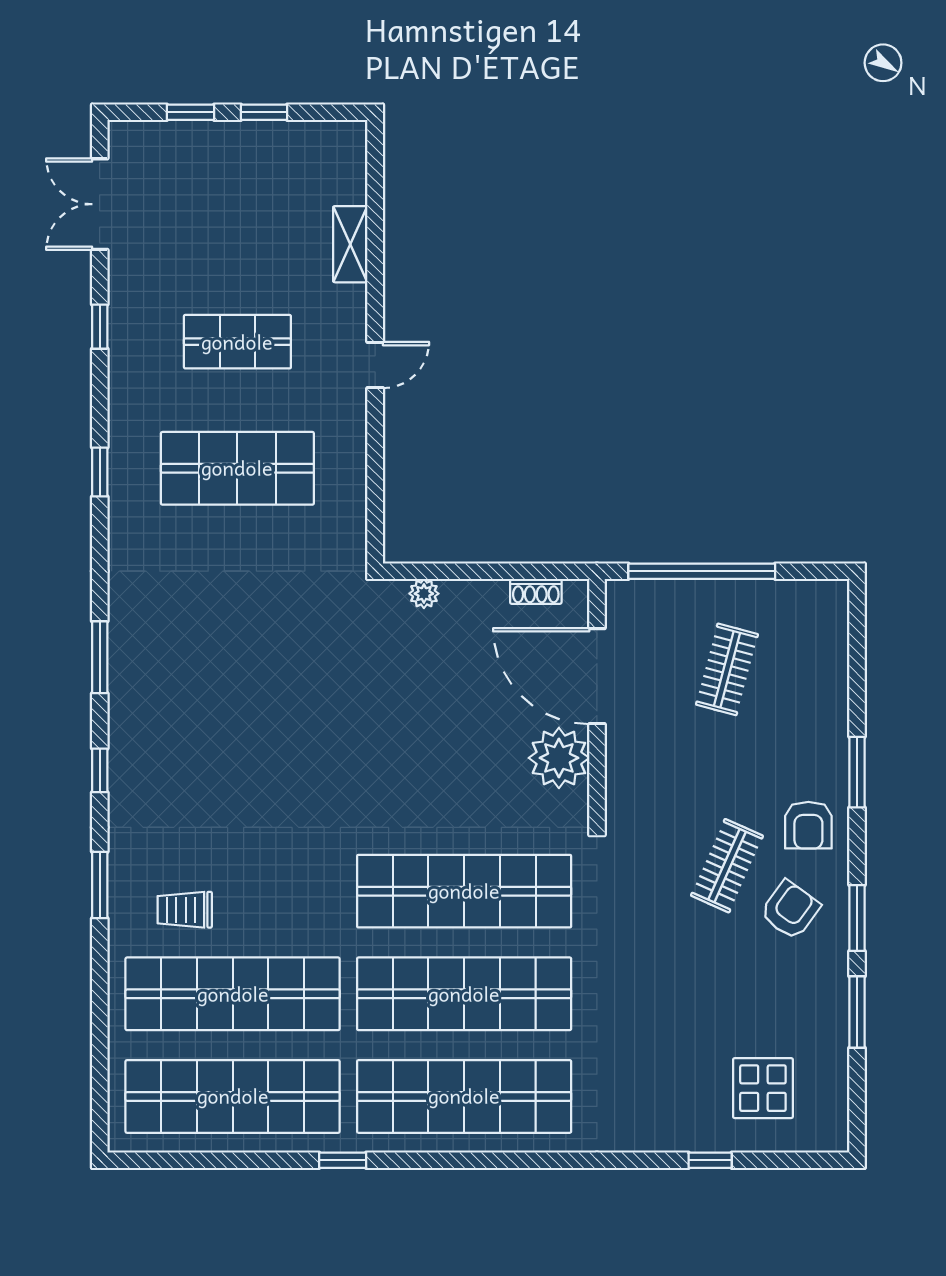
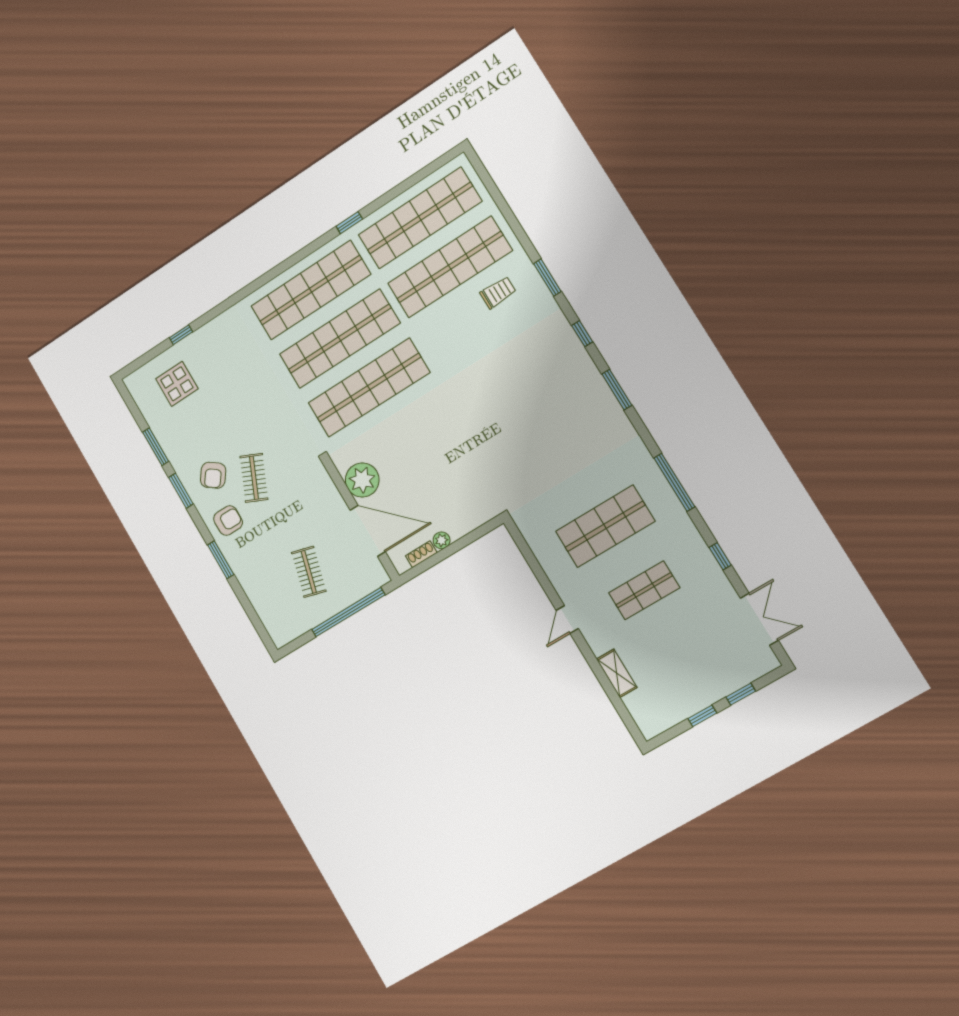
window: (100, 472) -> (674, 482), width x2.17
plant: (424, 594) -> (442, 540), moved
armchair: (808, 825) -> (228, 521), turned 90

